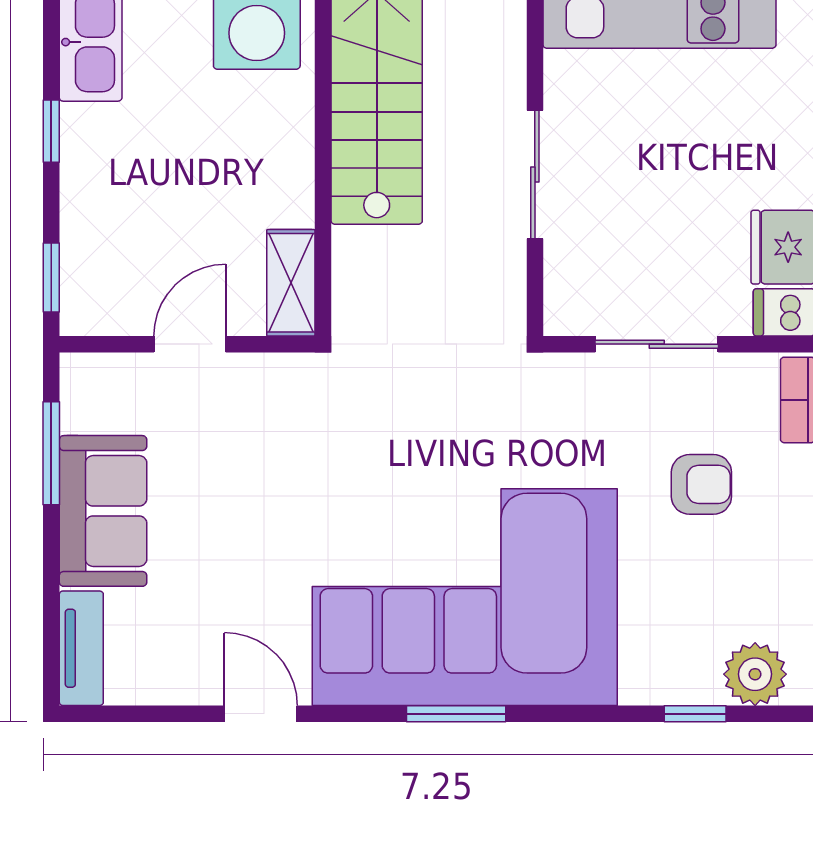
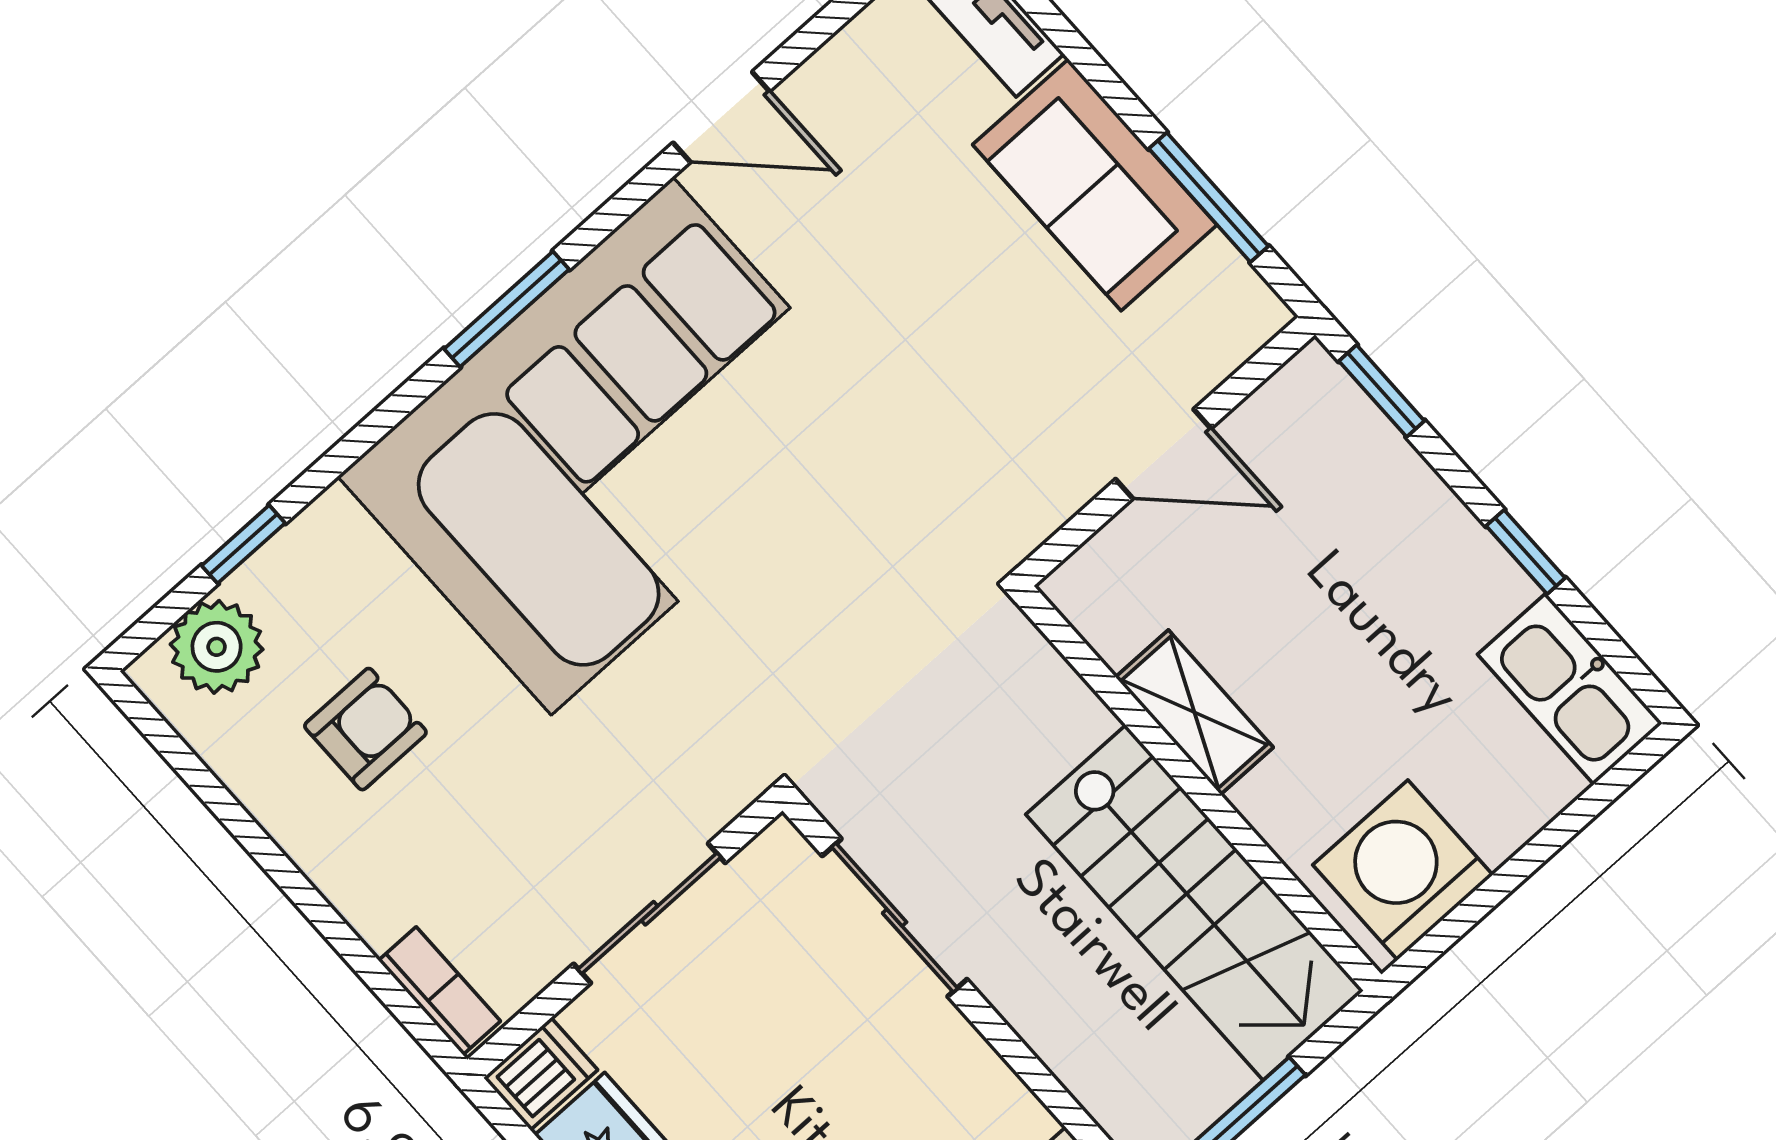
sliding door: (535, 174) -> (895, 918), moved
shelving: (291, 283) -> (1194, 712), moved
door: (190, 344) -> (1163, 454), hinge flipped
armchair: (701, 484) -> (365, 729), moved, turned 180

